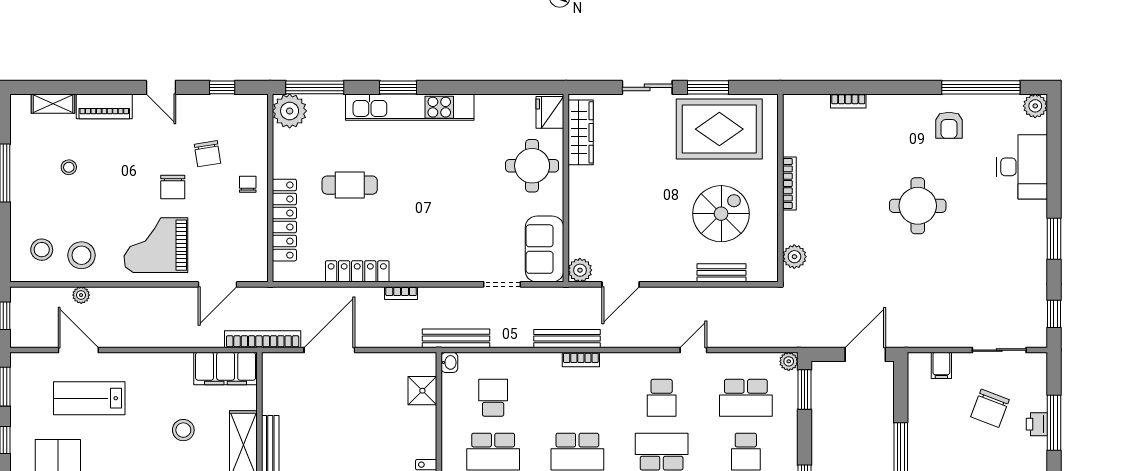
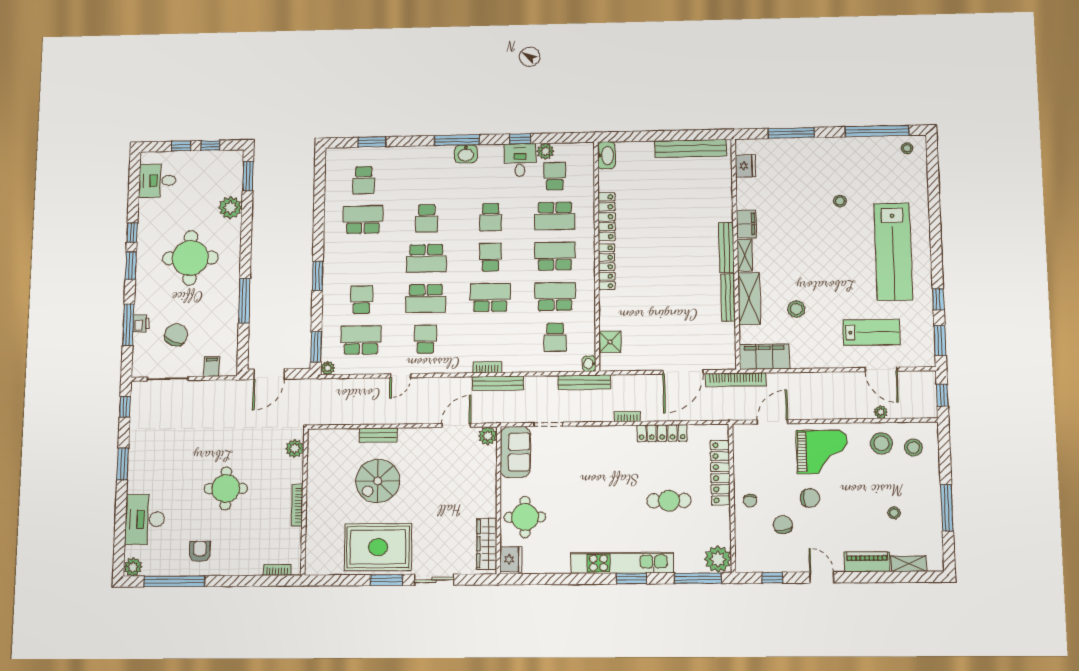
bookcase: (789, 184) -> (297, 505), moved
chair: (173, 187) -> (810, 498), turned 90
wall: (780, 188) -> (304, 502), moved
plant: (794, 257) -> (295, 448), moved

